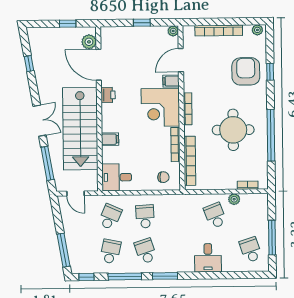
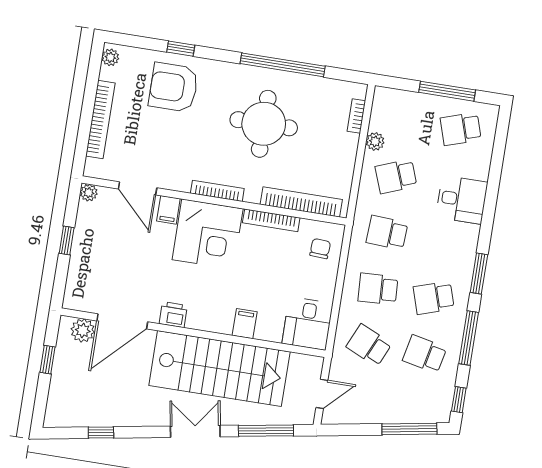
school desk: (180, 216) -> (387, 233), added

